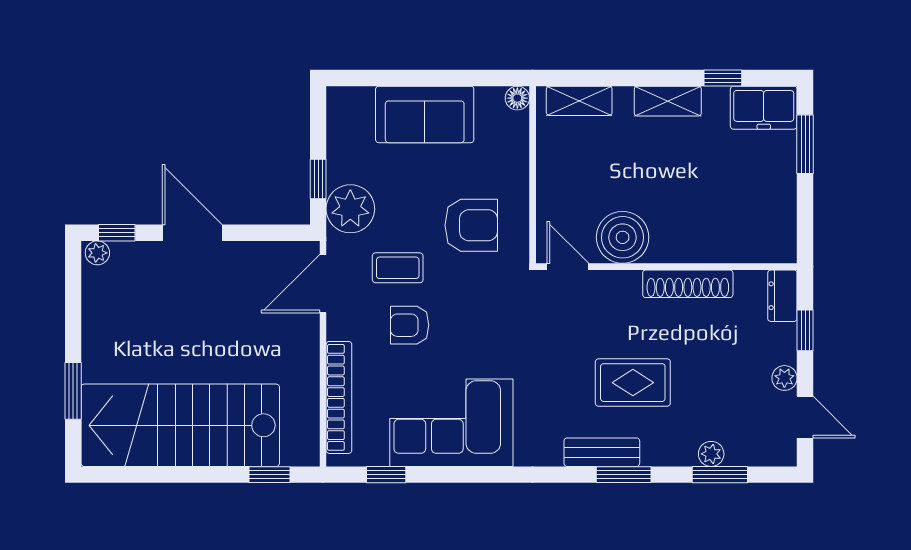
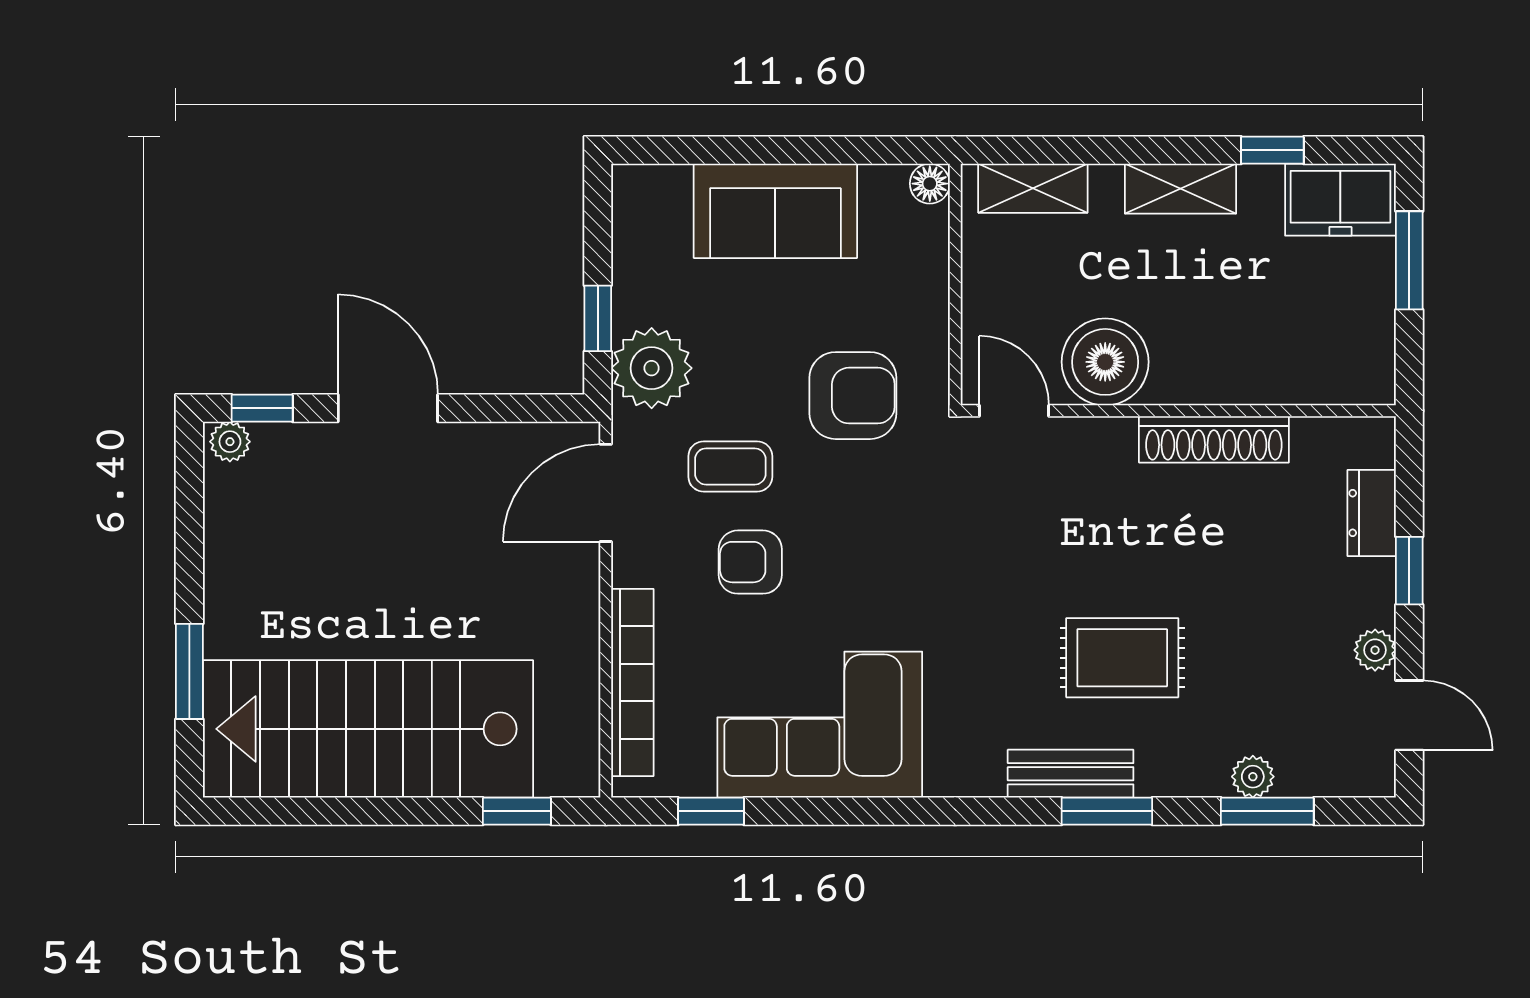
boiler: (623, 237) -> (1105, 362), moved
door: (568, 267) -> (1014, 411), moved
wall: (666, 267) -> (1178, 411), moved
shoe rack: (688, 284) -> (1214, 439), moved

